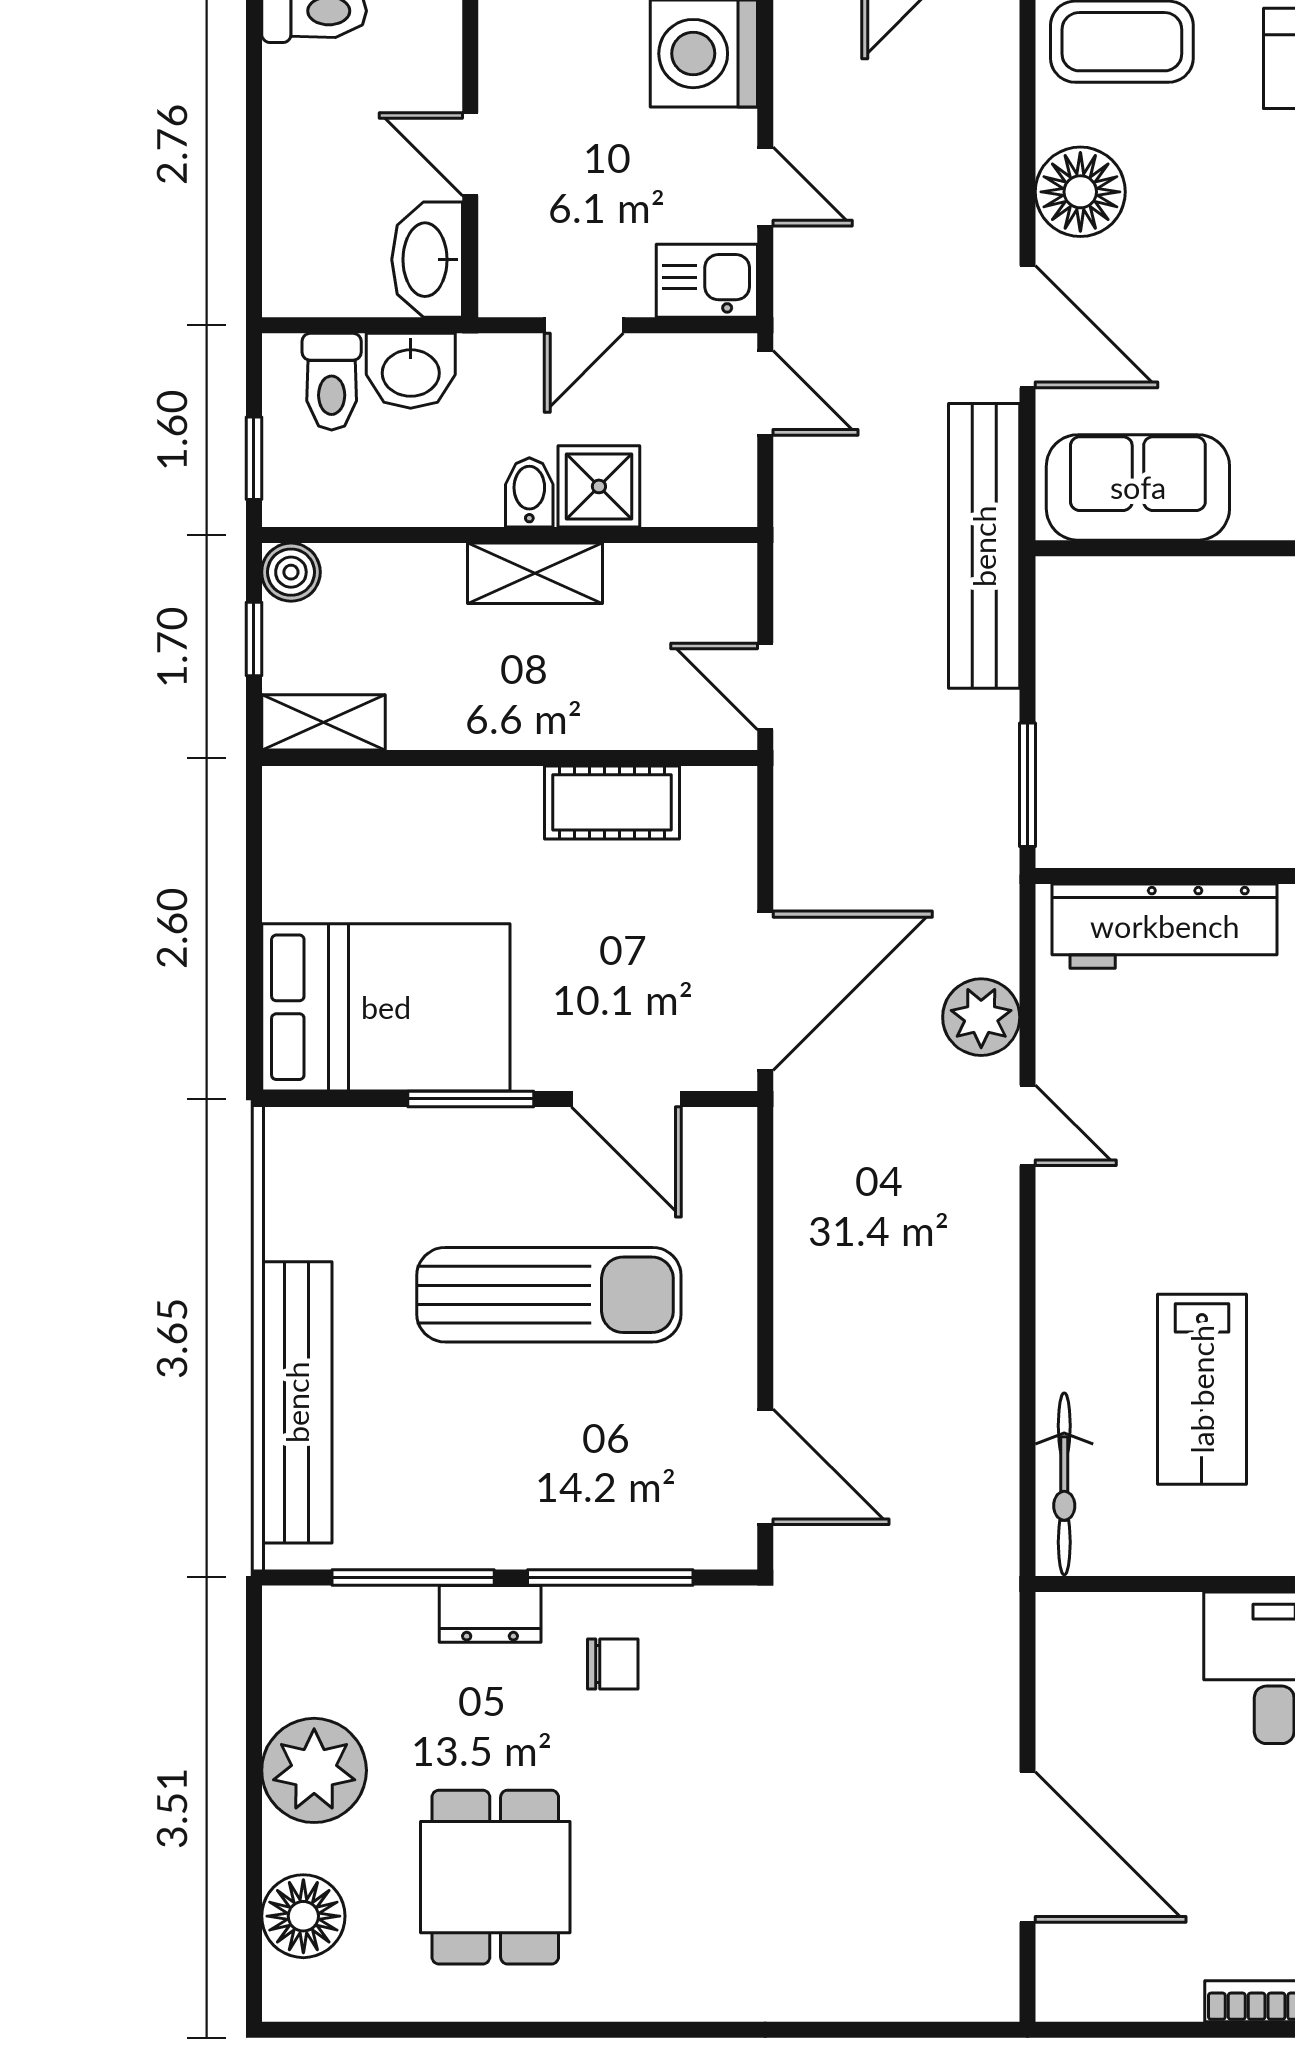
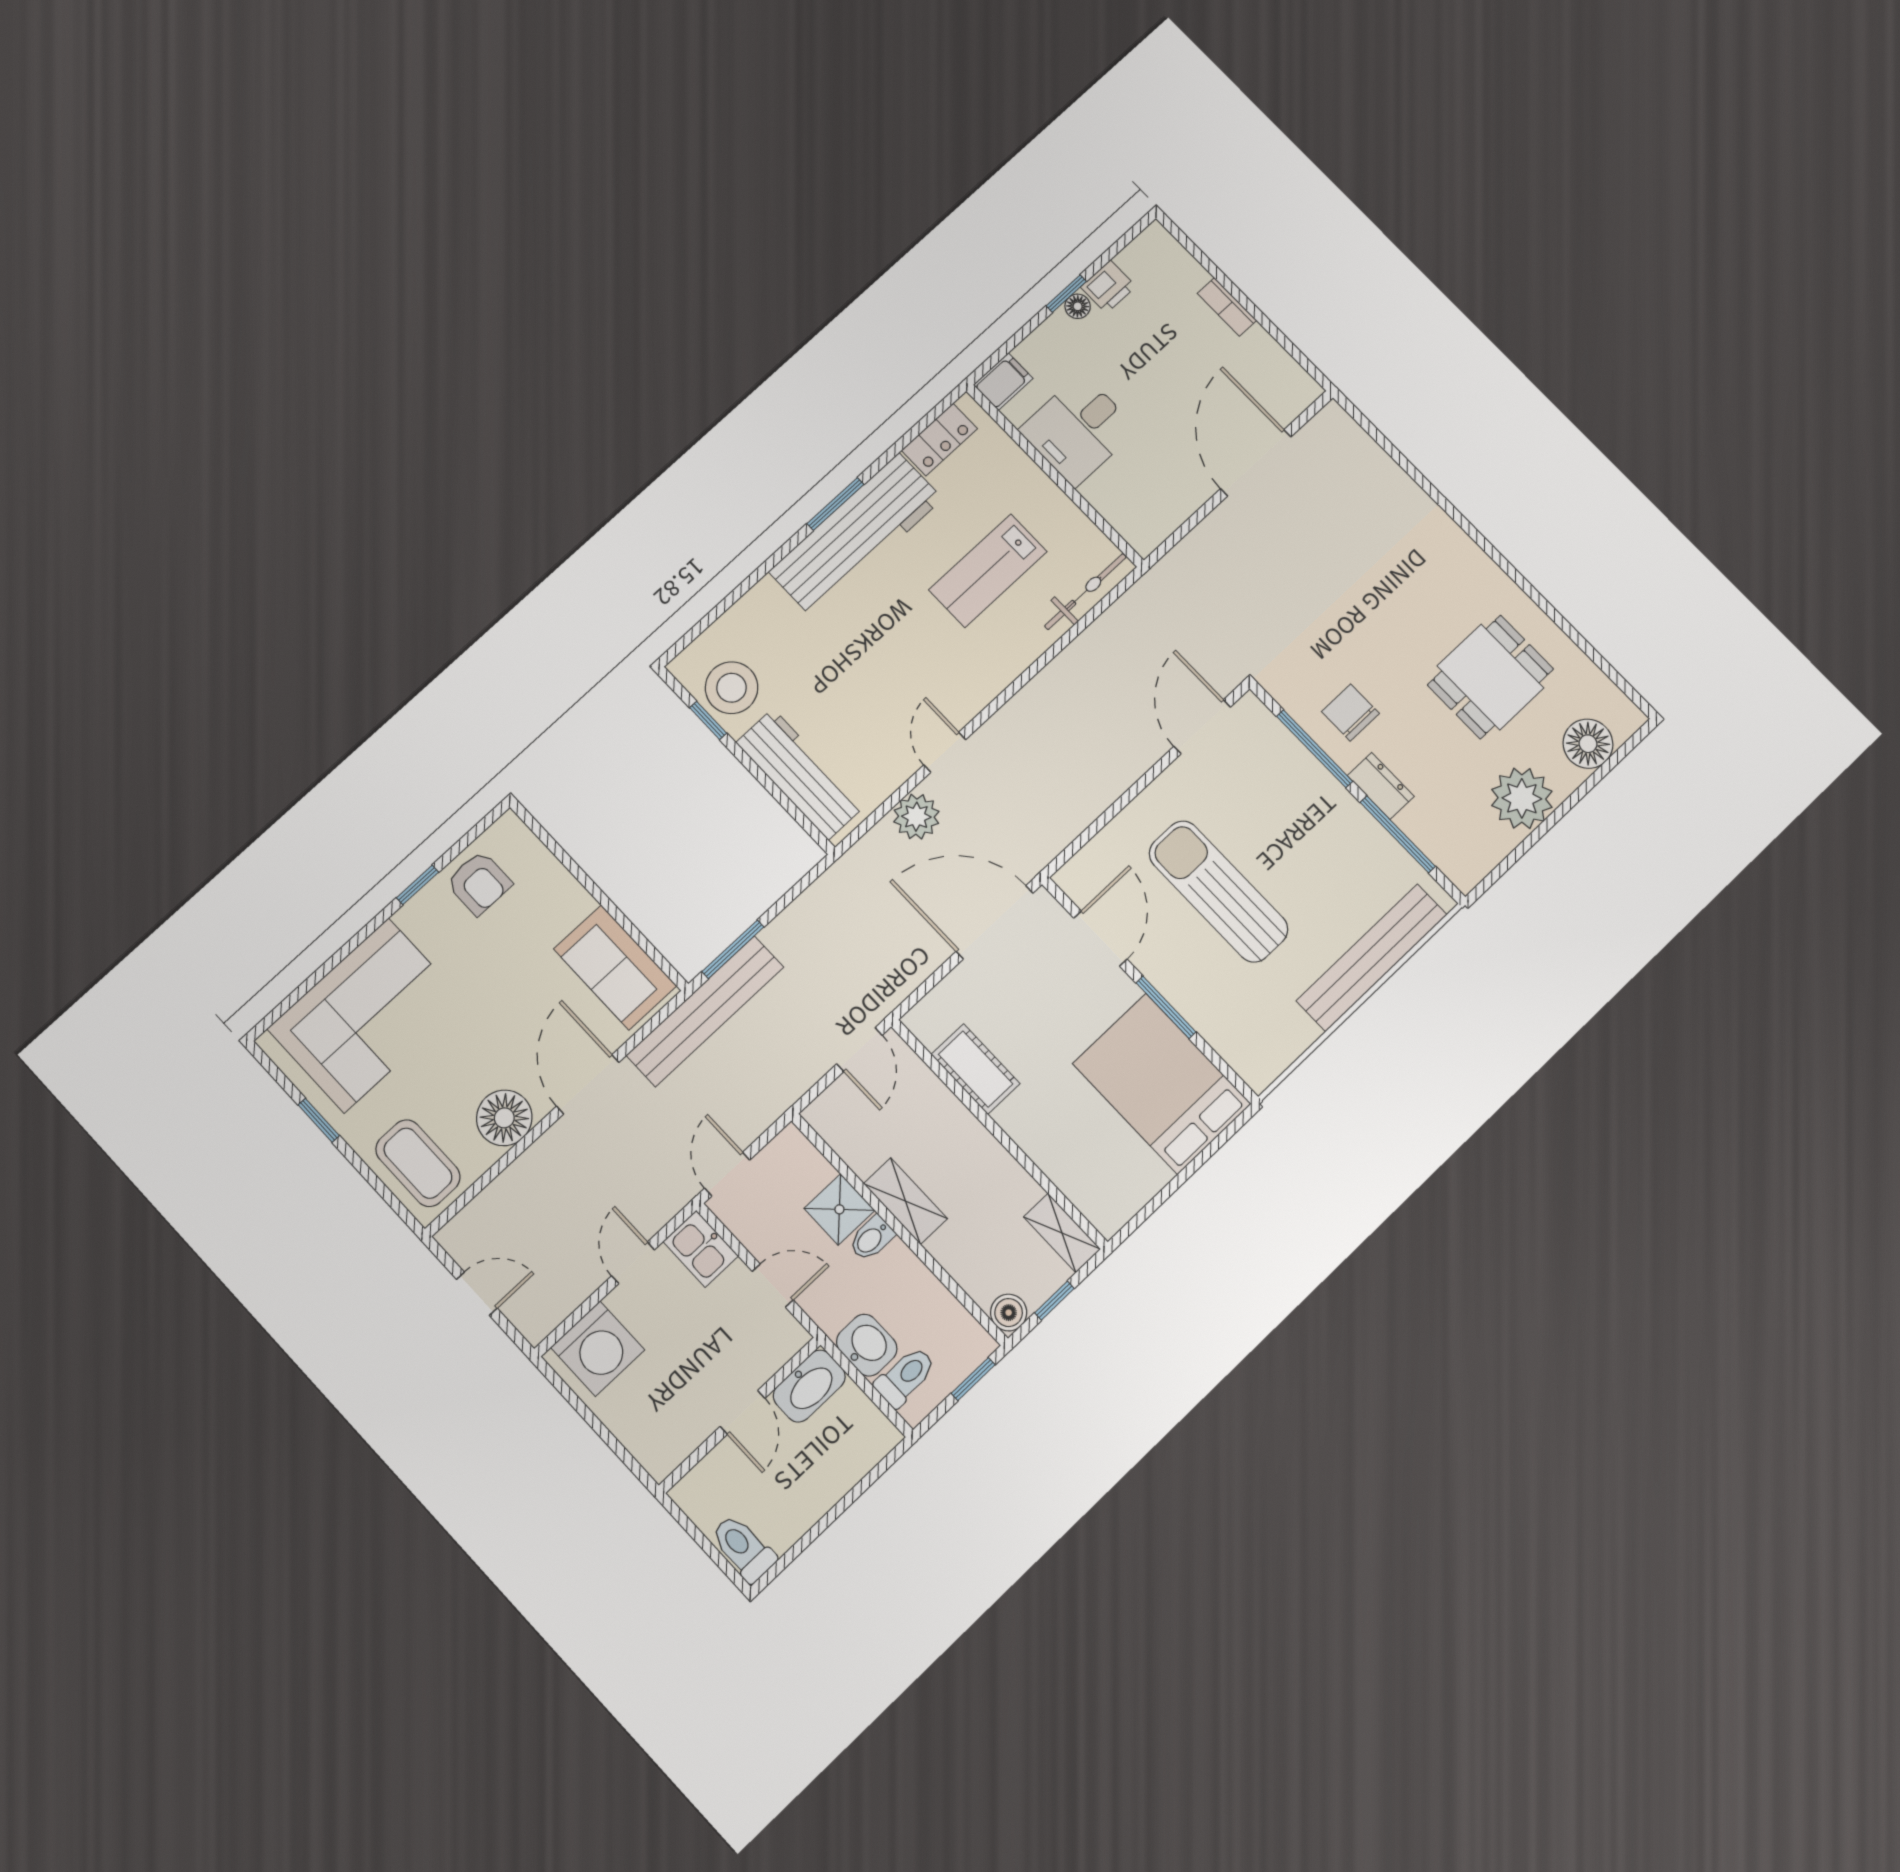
window: (1028, 785) -> (733, 949), moved
lab bench: (1202, 1389) -> (988, 571), turned 180
chair: (613, 1664) -> (1350, 713), width x1.37, depth x1.37

